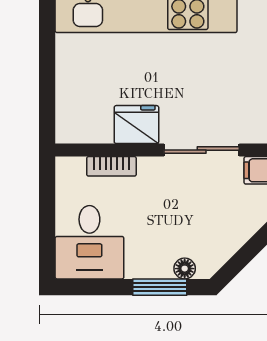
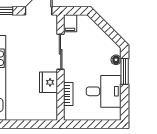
desk: (89, 242) -> (104, 91), moved

